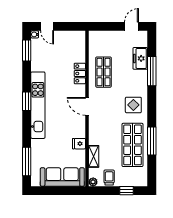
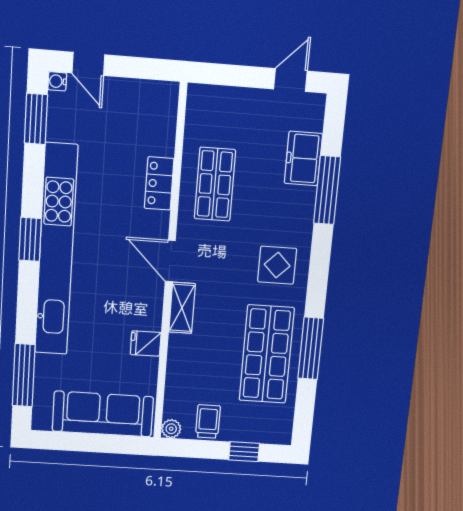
kitchen unit: (38, 105) -> (56, 250), width x1.36
shelving: (94, 156) -> (182, 308), moved

